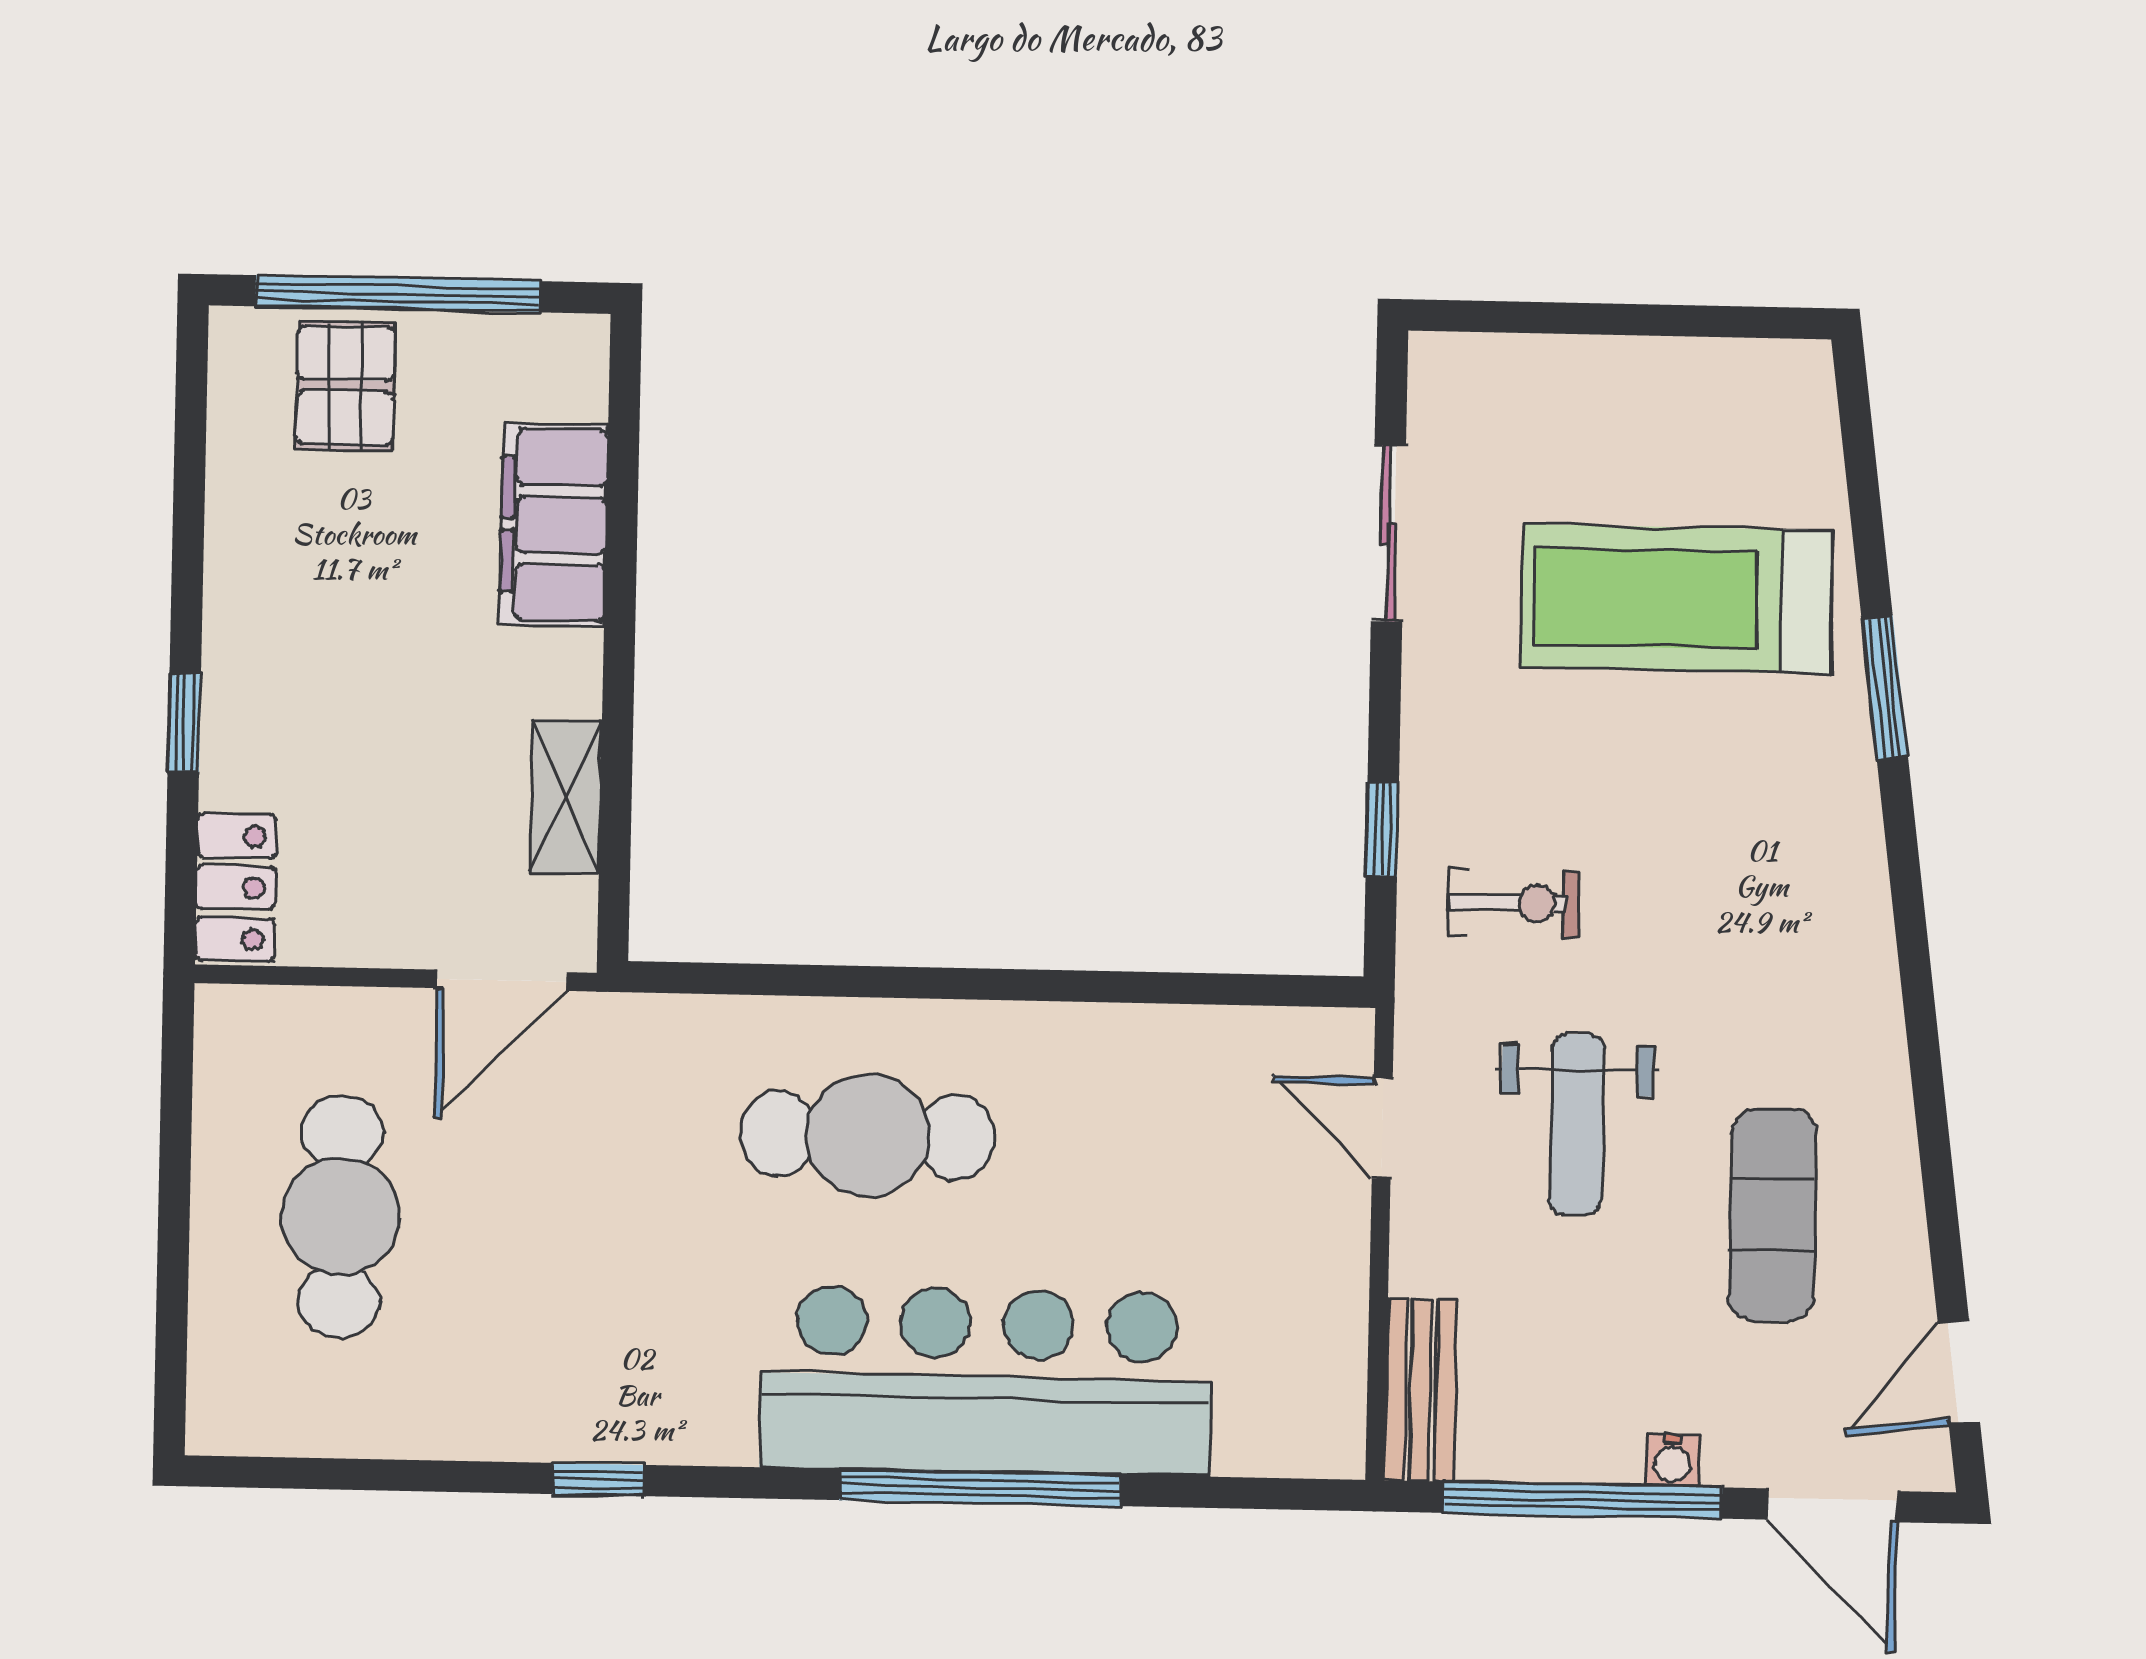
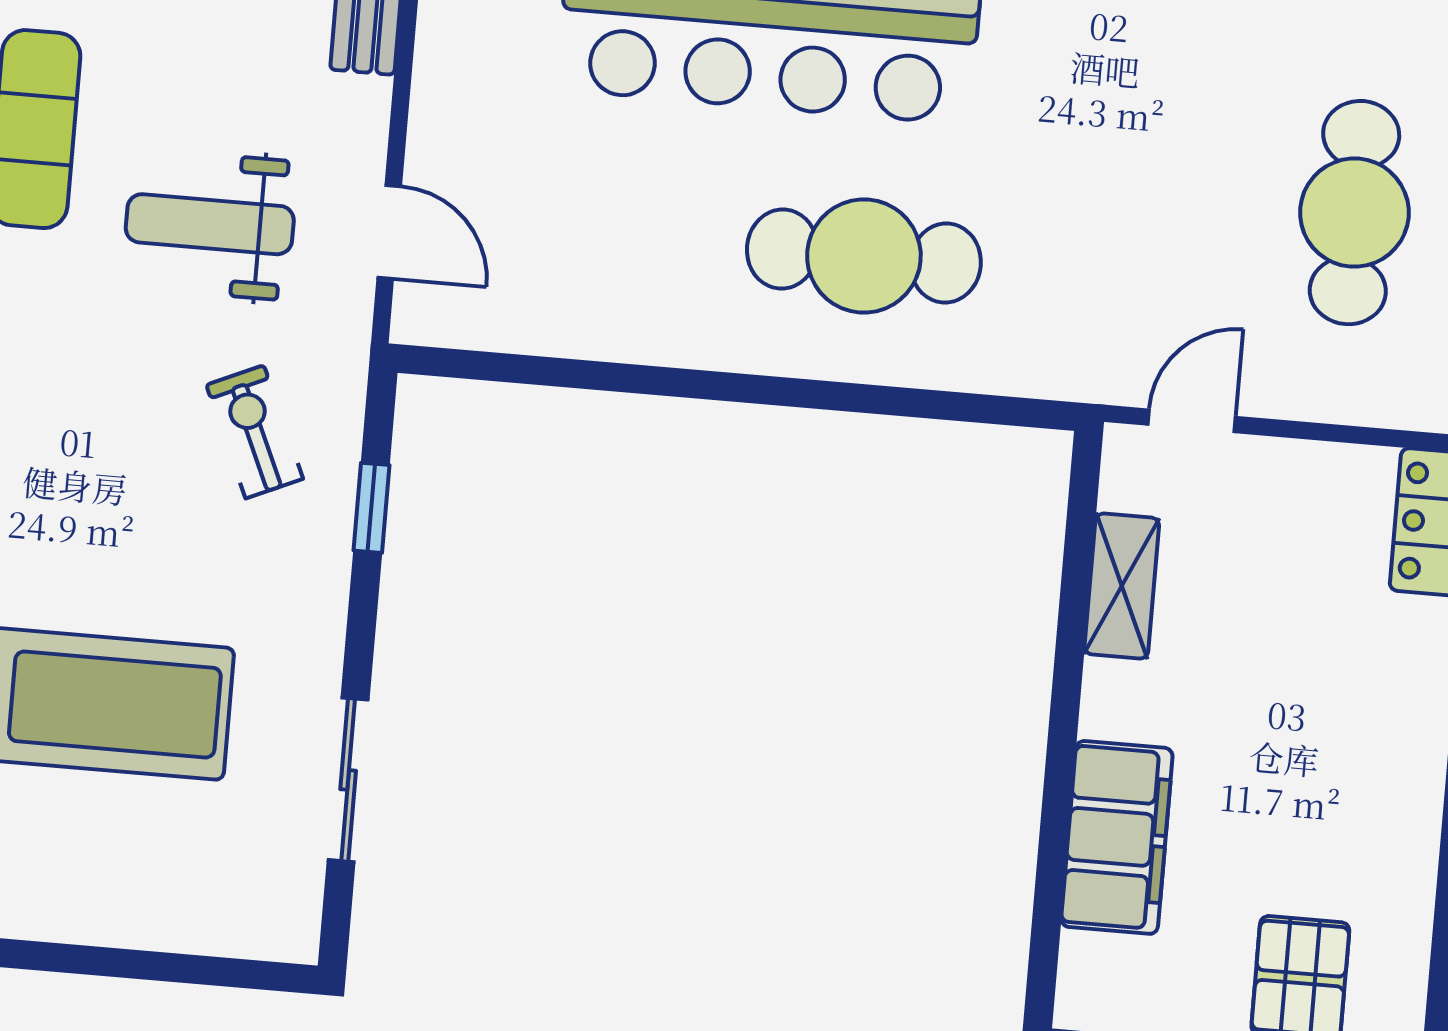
exercise bike: (1514, 903) -> (255, 432), turned 66
door: (502, 980) -> (1192, 421), width x0.73
weight bench: (1577, 1124) -> (210, 224), turned -90

